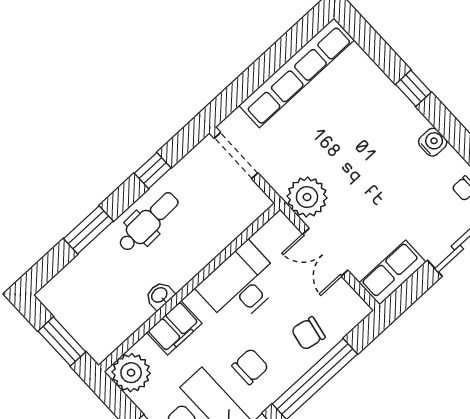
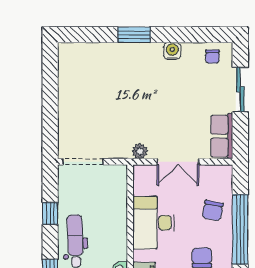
row of seats: (296, 73) -> (69, 89), removed
window: (413, 88) -> (134, 35), width x1.50
plant: (307, 197) -> (140, 151), width x0.53, depth x0.53

